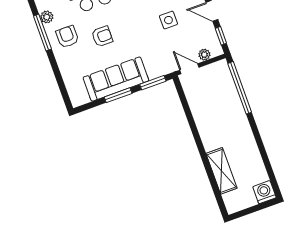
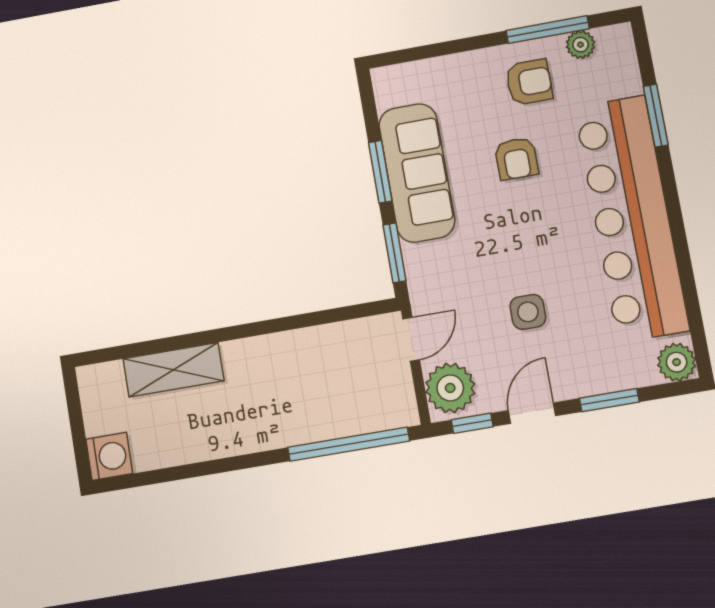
plant: (204, 55) -> (450, 388), width x1.88, depth x1.88

